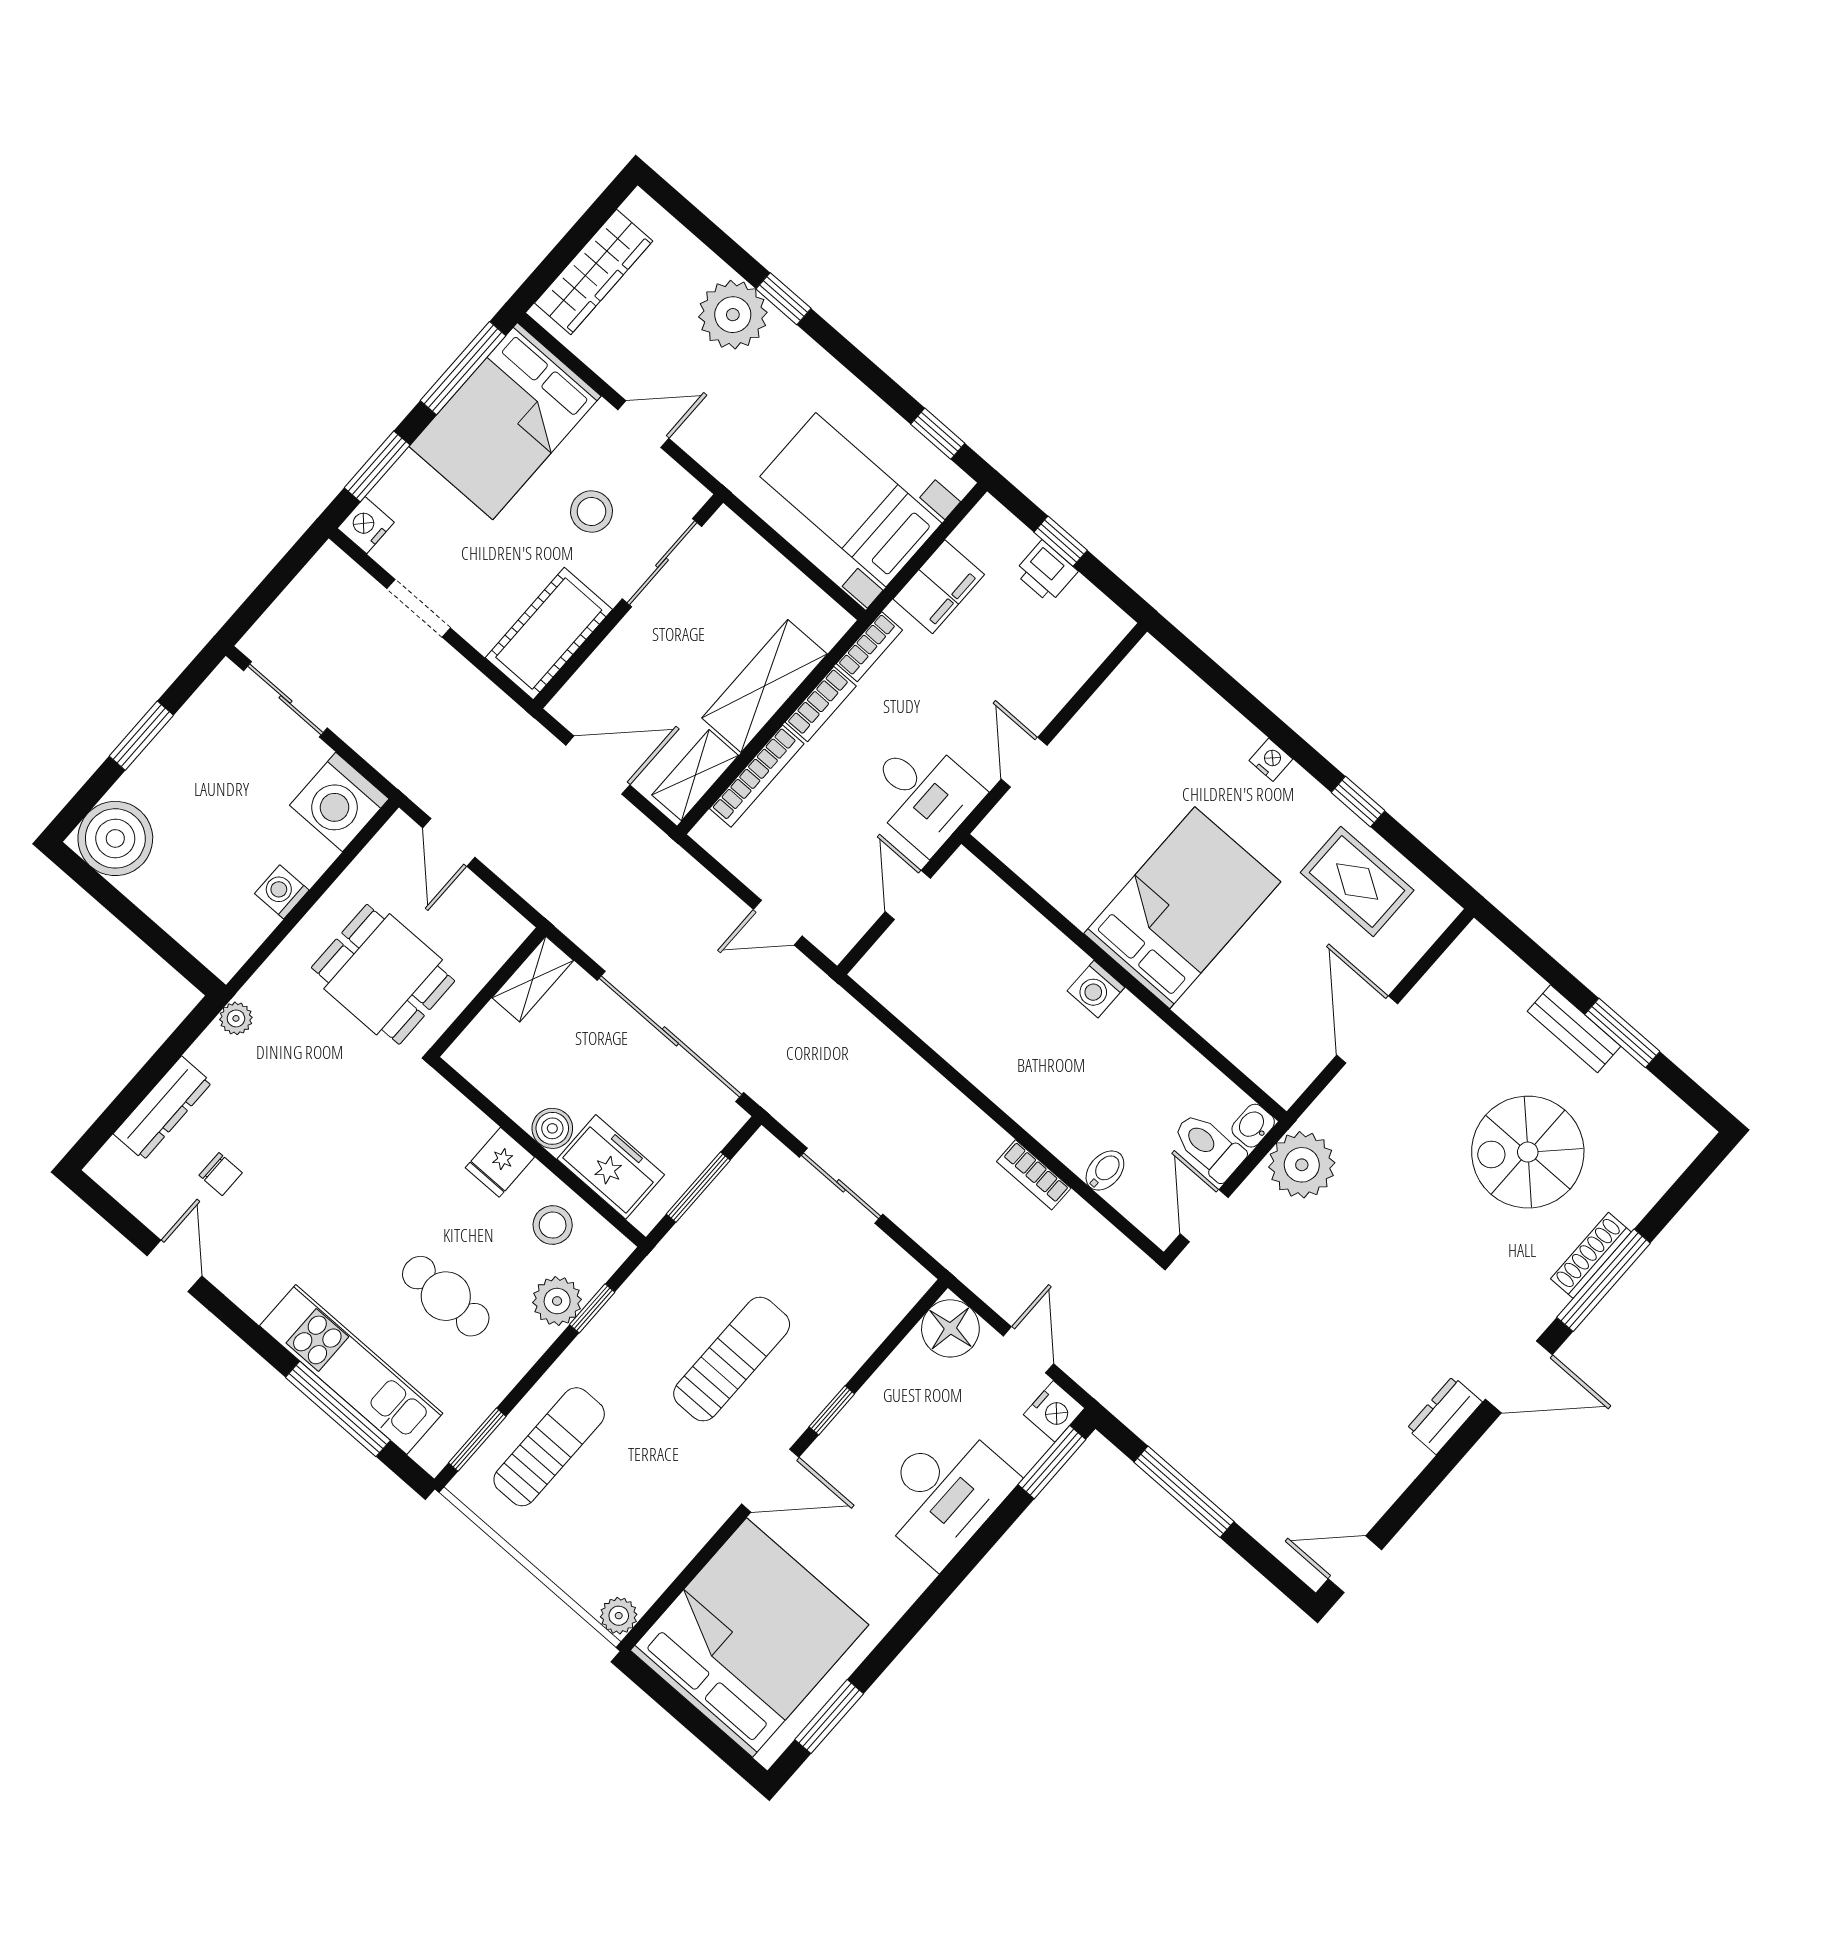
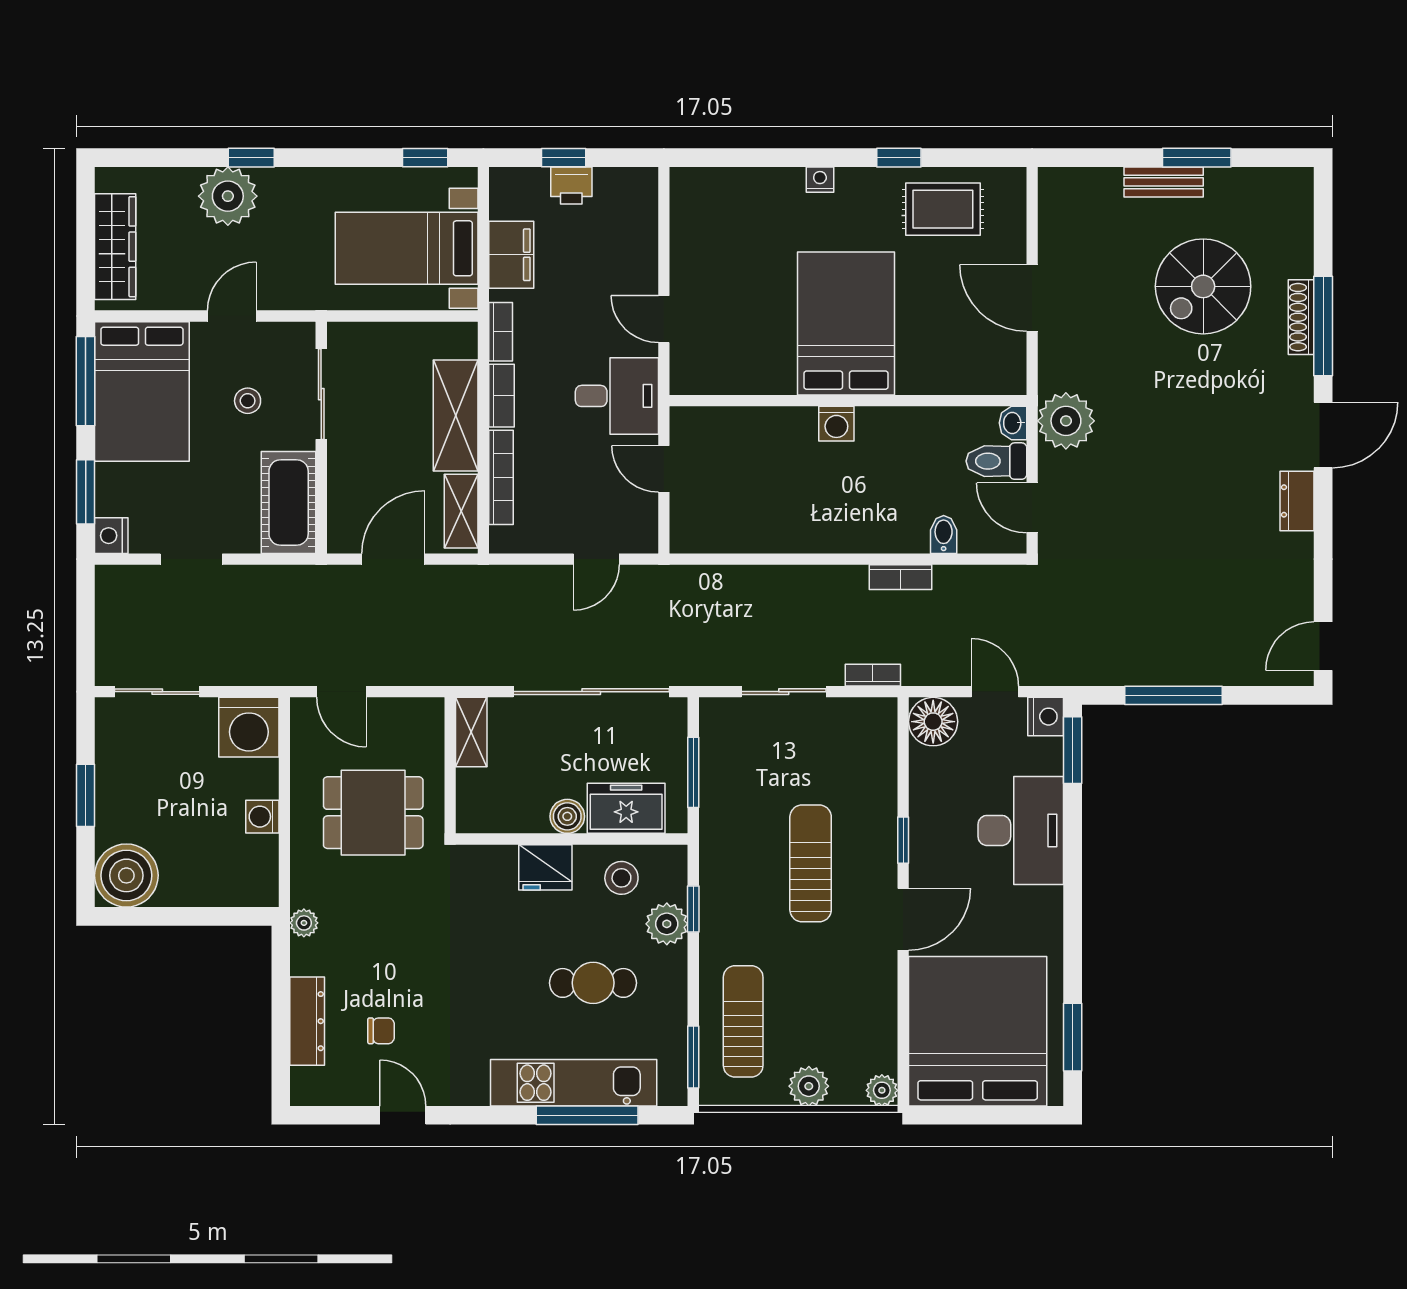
stool: (591, 511) -> (248, 401), width x0.73, depth x0.73
fridge: (500, 1162) -> (545, 867), width x1.38
bookcase: (933, 1240) -> (873, 675), added
plant: (557, 1555) -> (809, 1086), added

